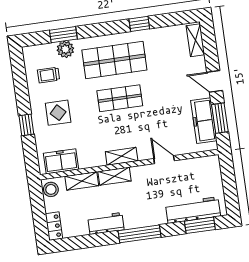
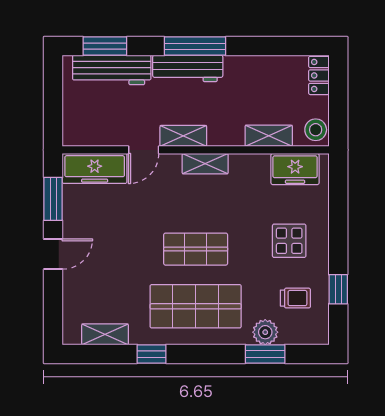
shelving: (195, 40) -> (105, 334), moved, turned 90
door: (215, 81) -> (53, 254), hinge flipped
freezer: (204, 121) -> (95, 168), moved, turned 90
window: (26, 125) -> (338, 289), moved
door: (164, 160) -> (144, 150), hinge flipped
shelving: (114, 176) -> (183, 136), moved
workbench: (106, 223) -> (188, 68), moved, width x1.37

